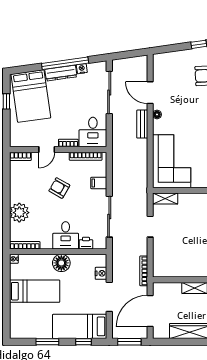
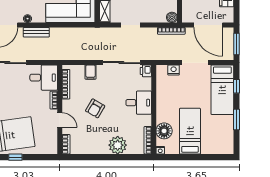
printer: (86, 243) -> (146, 71), moved
floor lamp: (61, 263) -> (164, 131), moved
boiler: (158, 272) -> (172, 17), added

